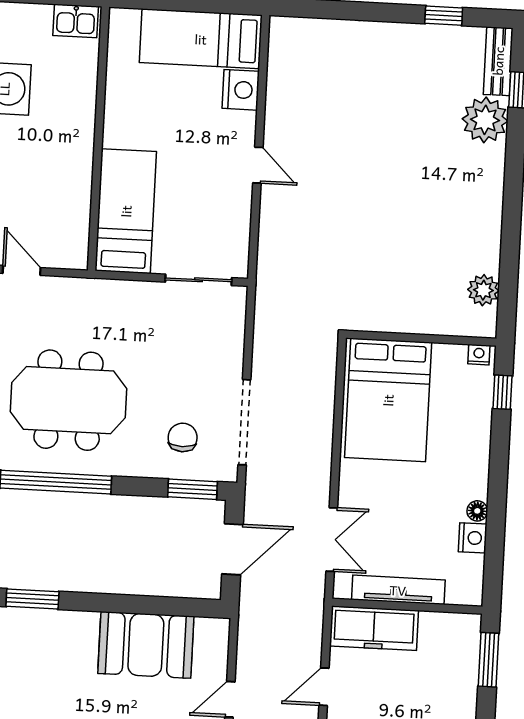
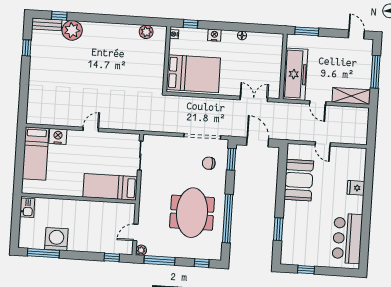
nightstand: (473, 538) -> (214, 35), moved
tv unit: (398, 590) -> (276, 70), removed
freezer: (374, 628) -> (295, 74), width x1.36, depth x1.26

